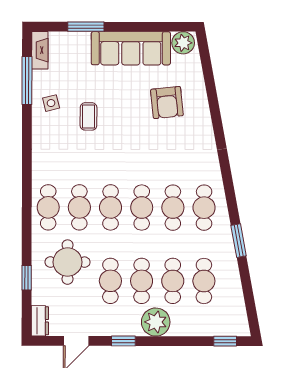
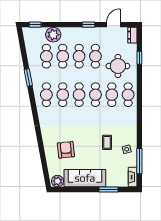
plant: (156, 322) -> (53, 35), moved

